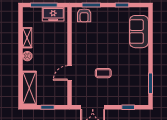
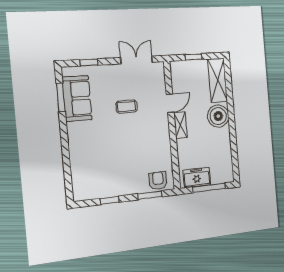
sofa: (139, 32) -> (77, 98), moved
shelving: (27, 38) -> (180, 125), moved
boiler: (27, 56) -> (218, 116), width x1.86, depth x1.86

